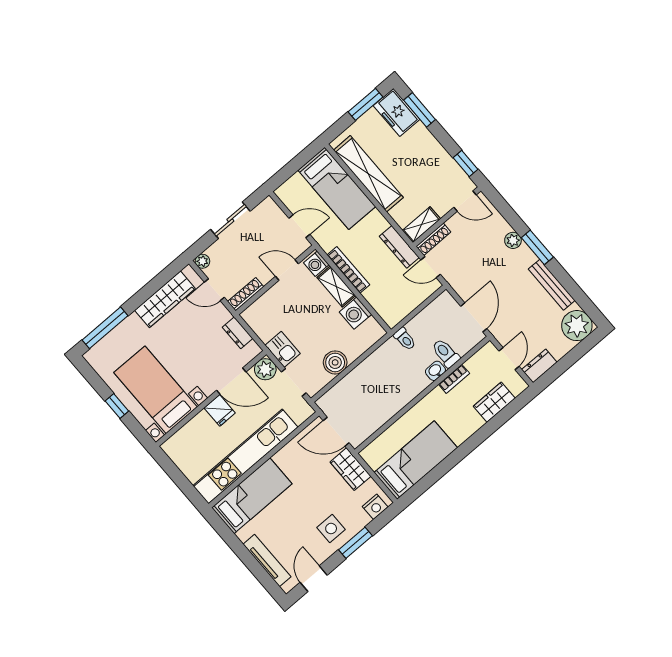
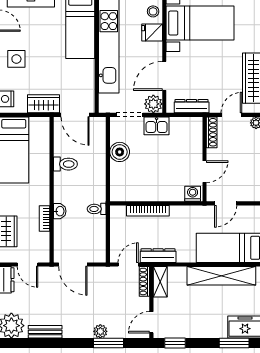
window: (537, 247) -> (109, 343), moved
bookcase: (348, 270) -> (148, 211), moved
bench: (552, 285) -> (45, 332), width x0.73
shelving: (336, 286) -> (167, 194), removed
washing machine: (355, 313) -> (140, 192), removed
dresser: (238, 333) -> (192, 106), width x1.44
toilet: (446, 353) -> (65, 164), moved
fridge: (220, 410) -> (152, 33), moved
door: (336, 432) -> (75, 115), swing flipped
stool: (182, 441) -> (153, 11), added

